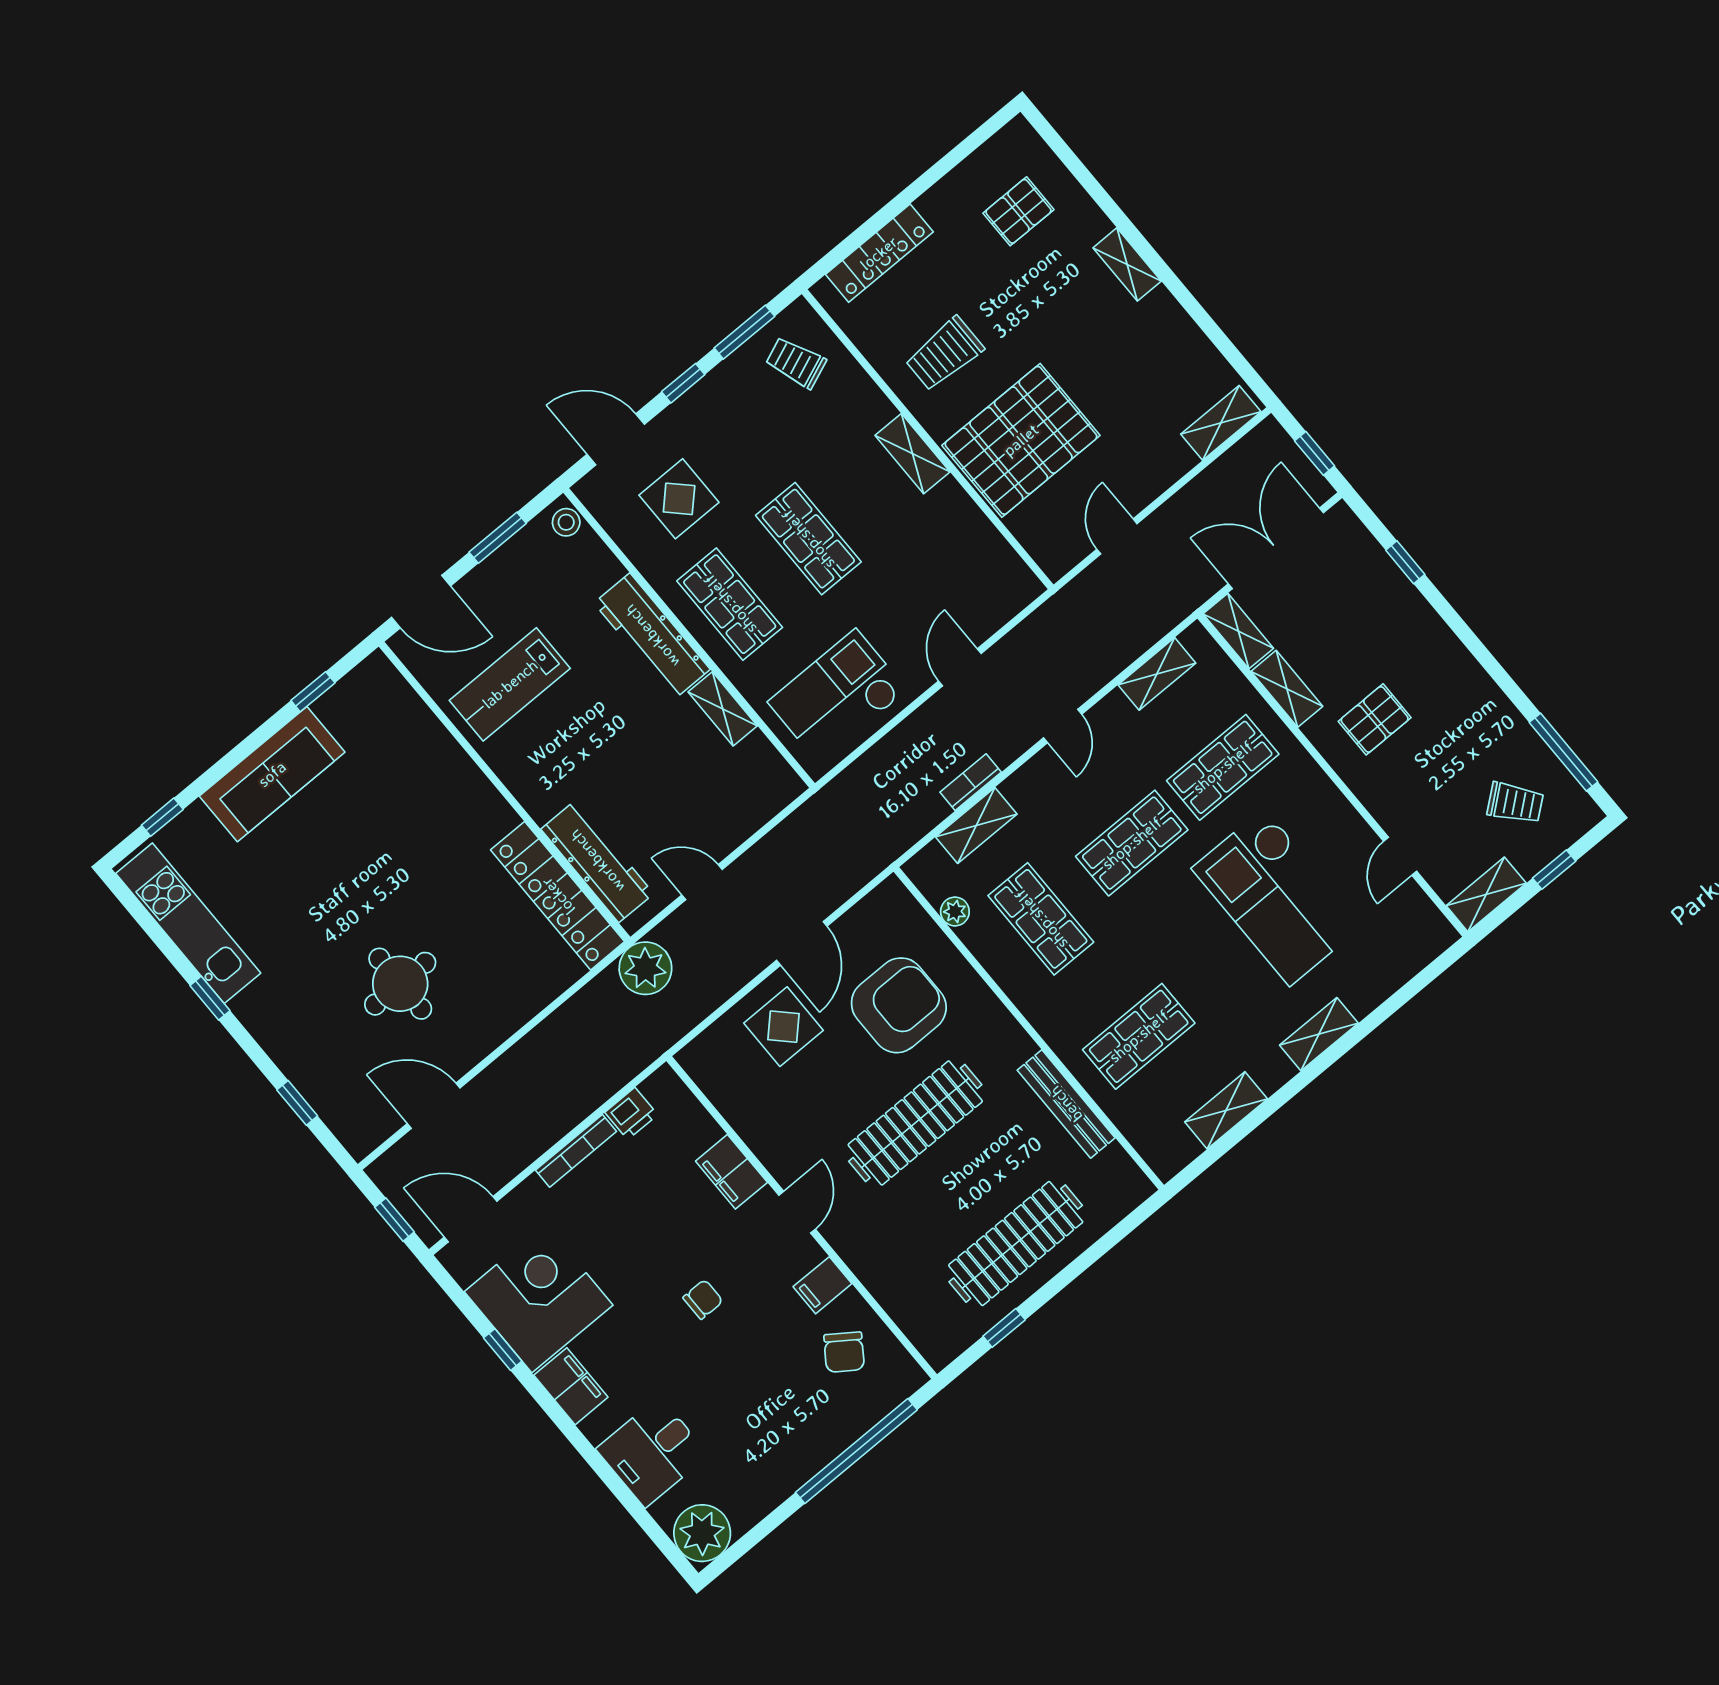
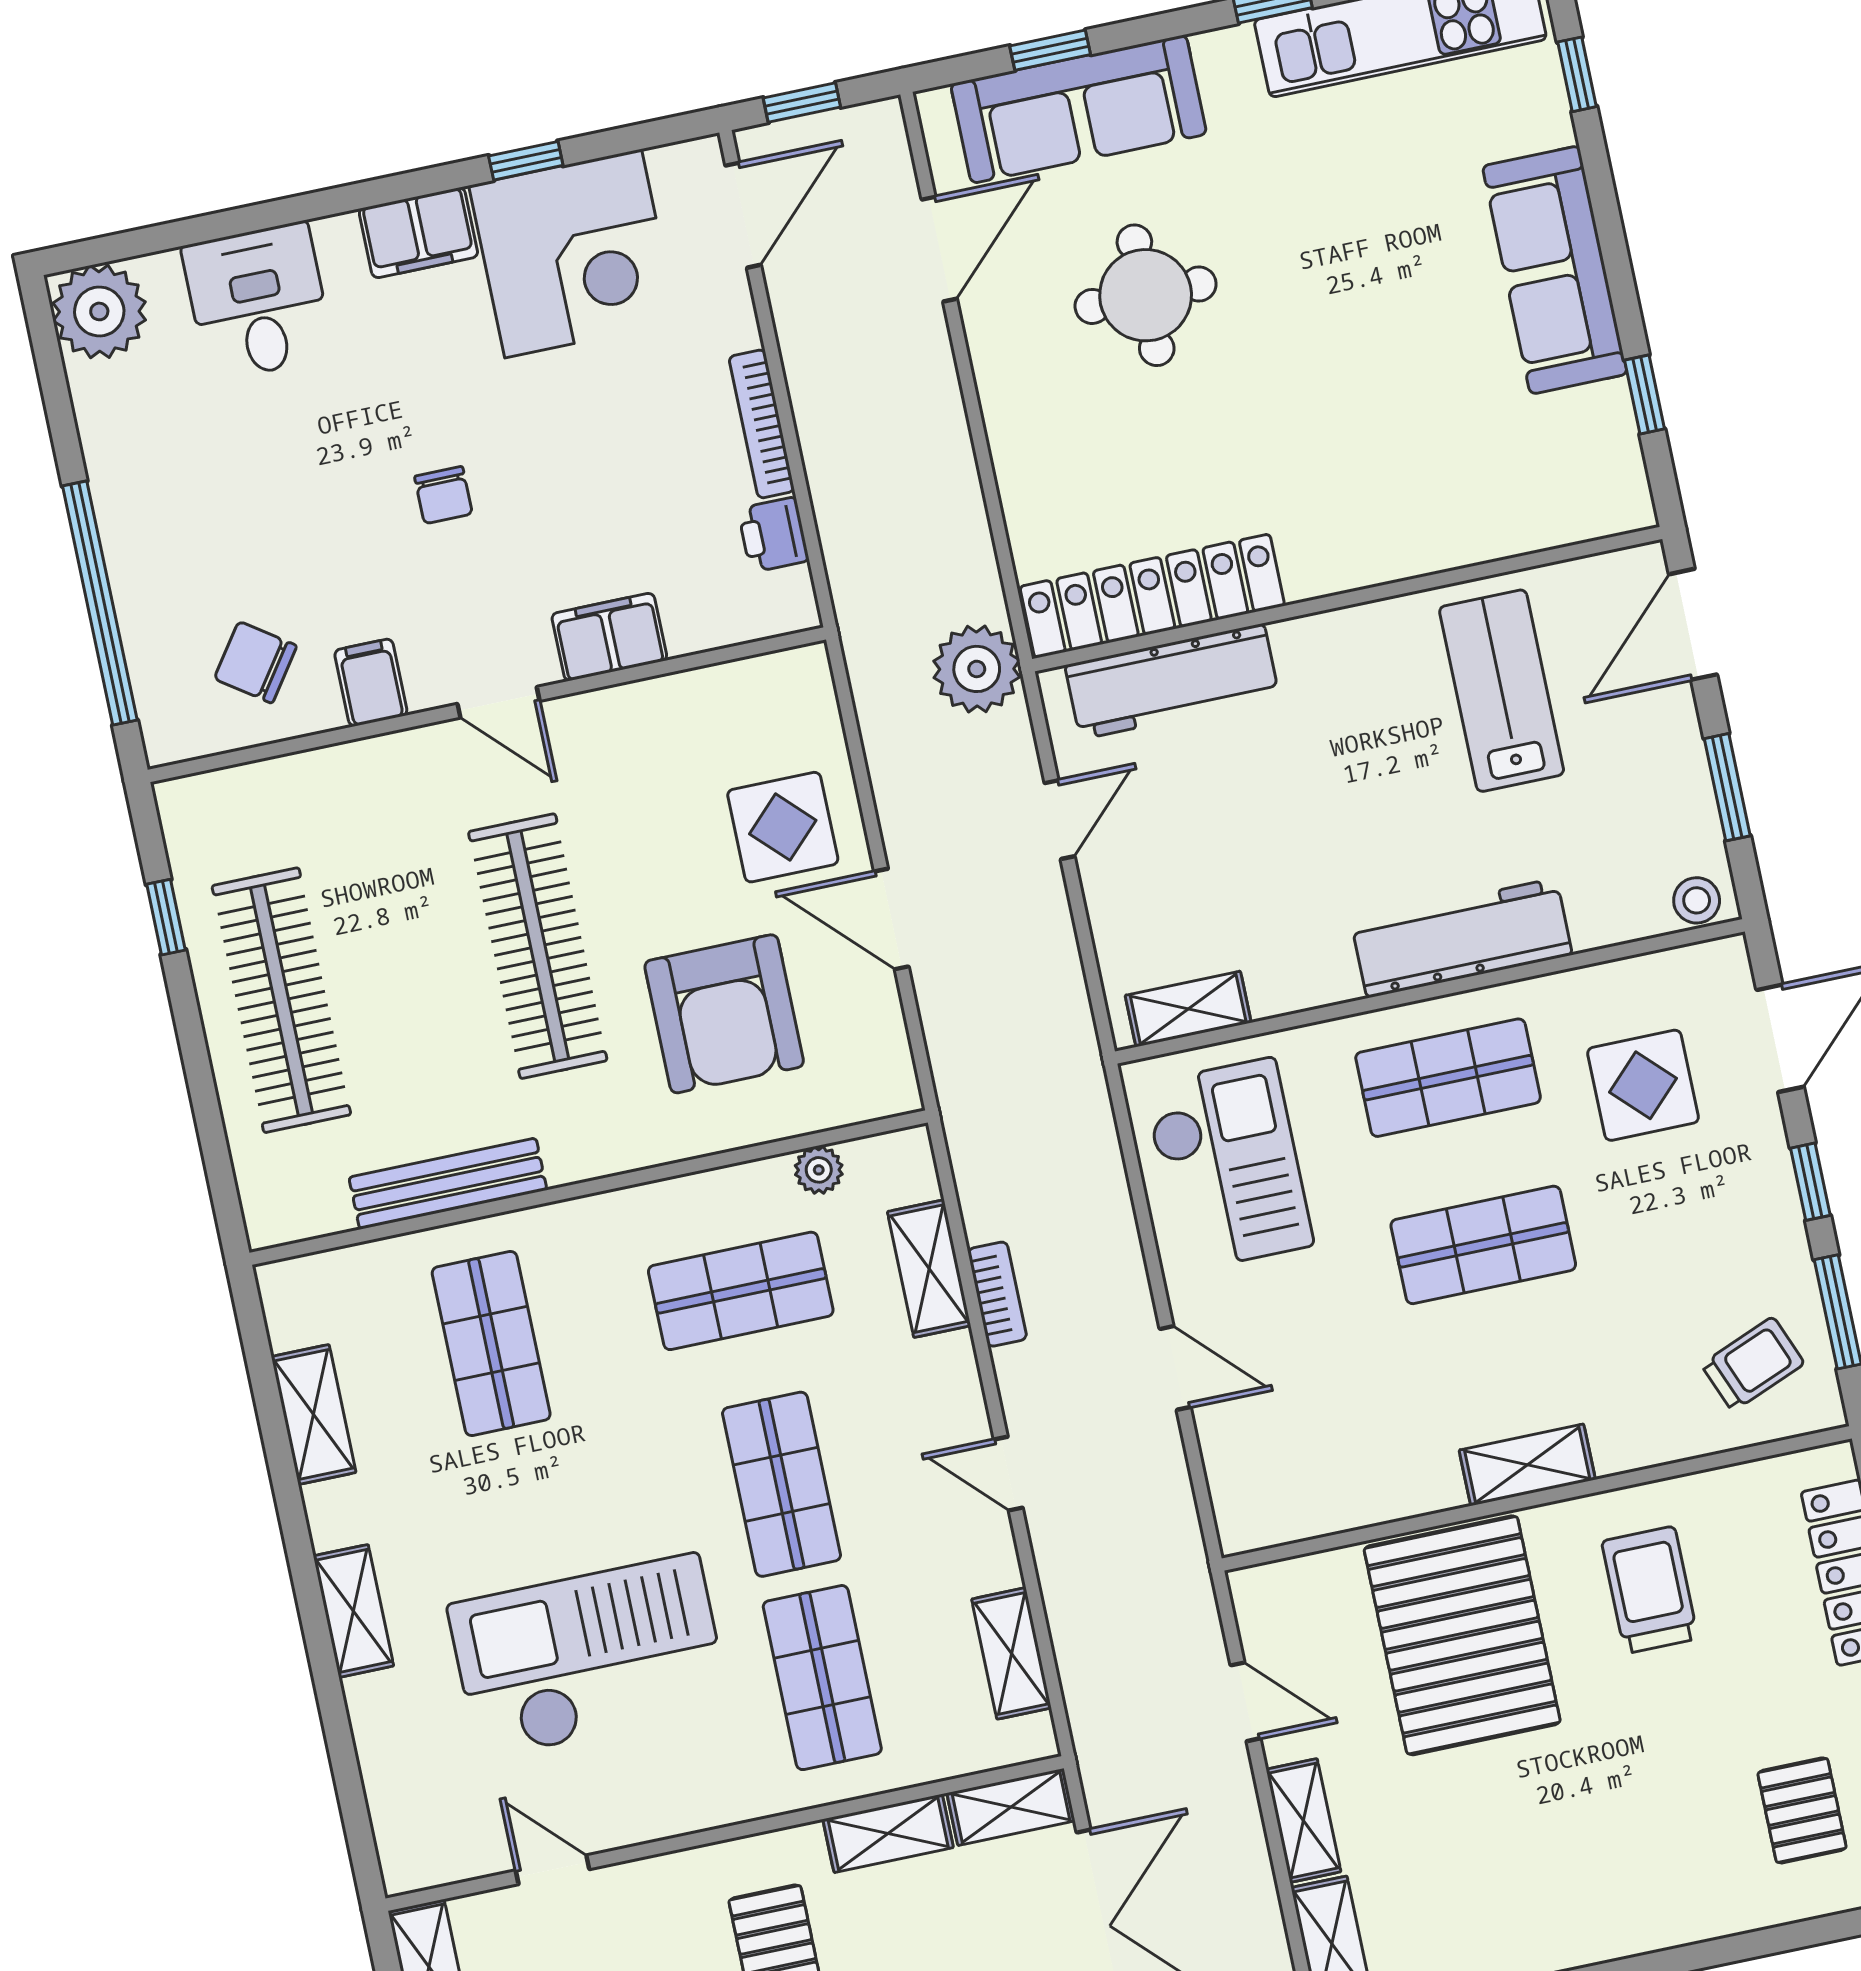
shelving: (1127, 264) -> (1303, 1821), moved, turned 90
shelving: (723, 709) -> (1188, 1009), moved
sofa: (320, 1071) -> (1079, 109), added

